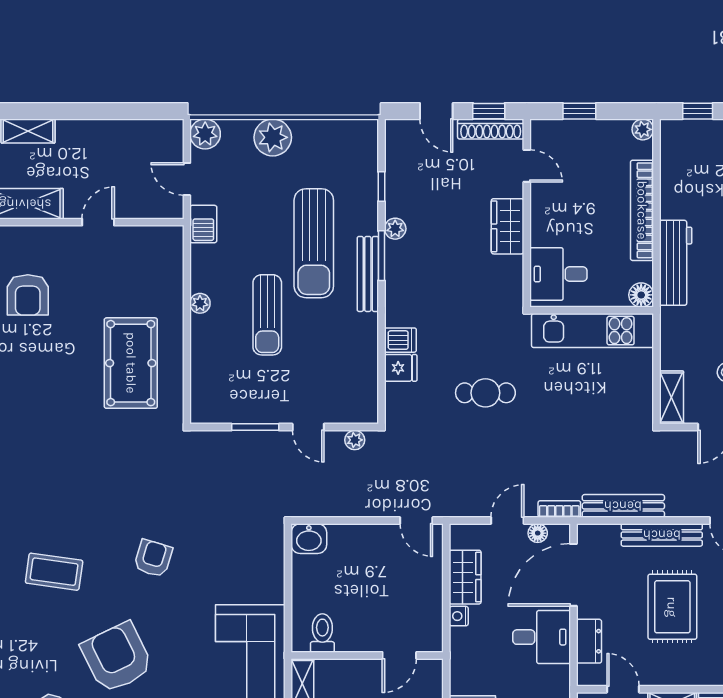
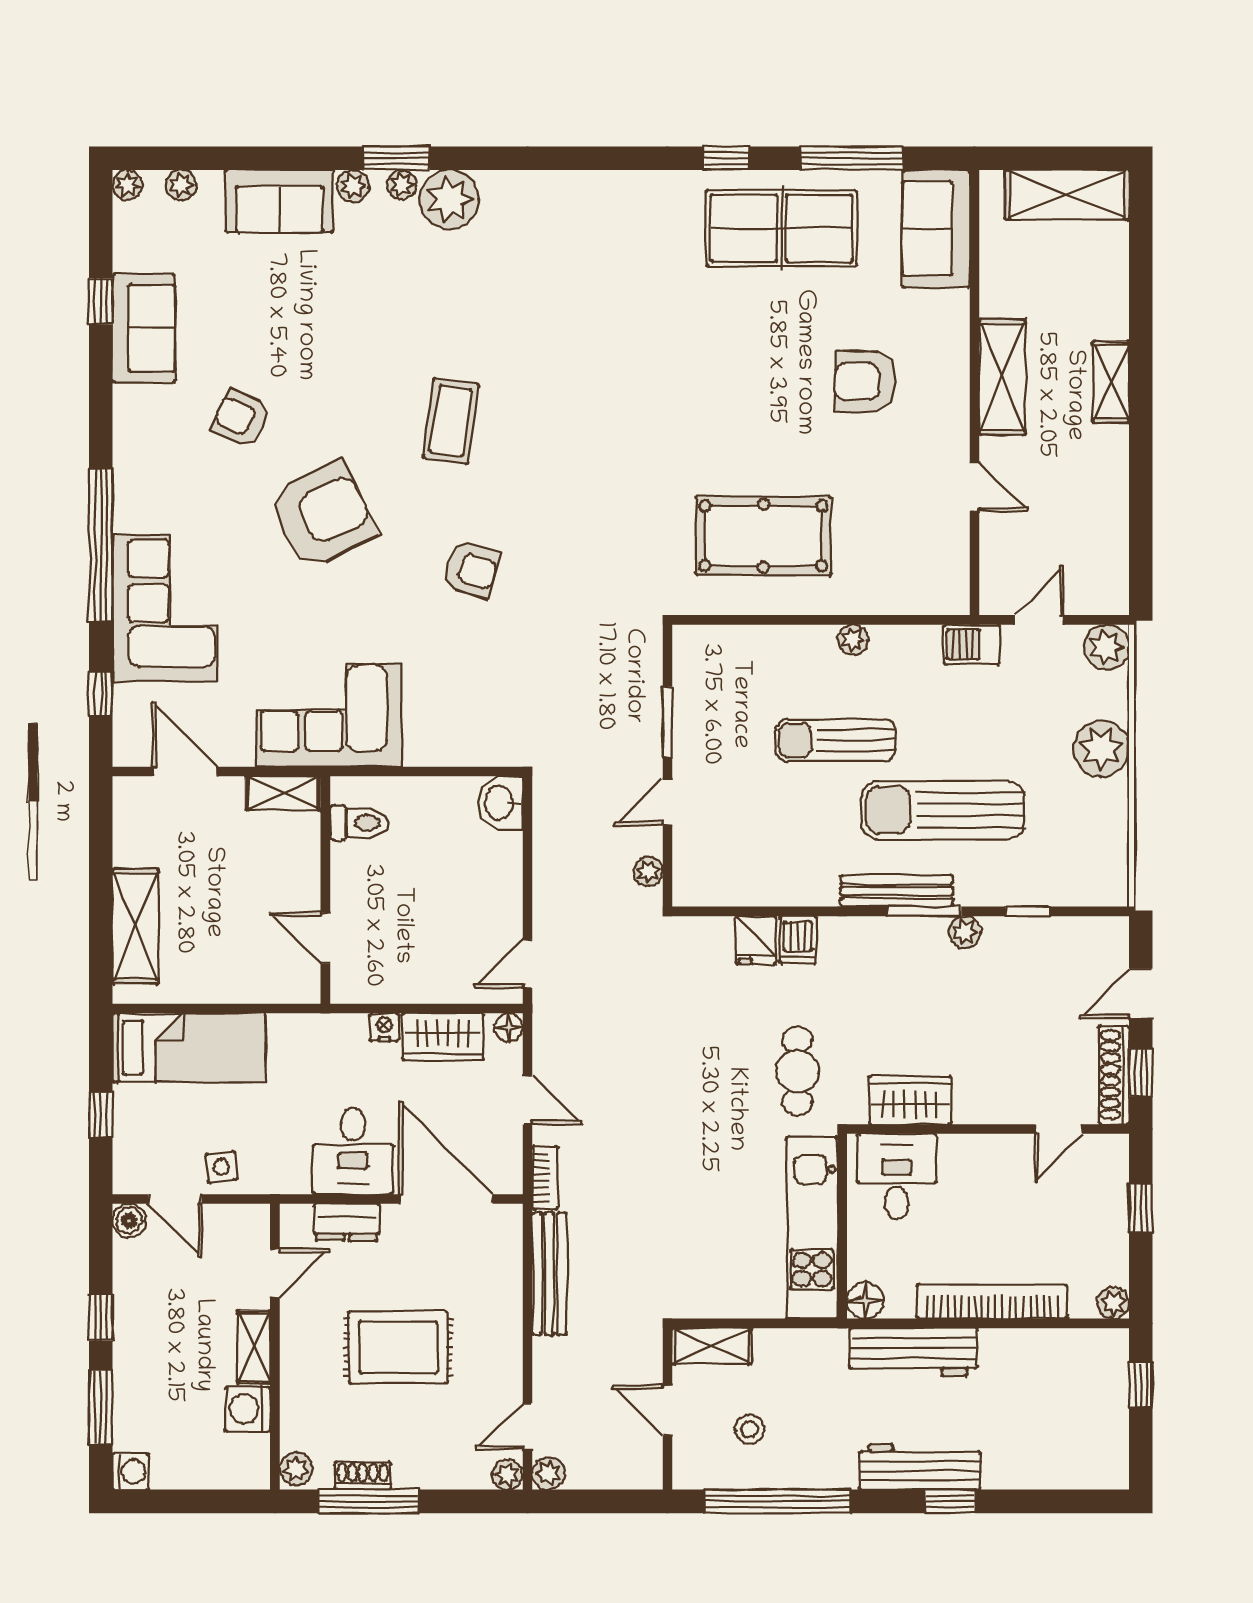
wardrobe: (508, 226) -> (910, 1100), moved
cafe table: (485, 393) -> (797, 1071), moved
floor lamp: (538, 533) -> (509, 1027), moved
bench: (662, 535) -> (506, 1331), removed

